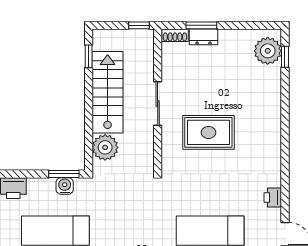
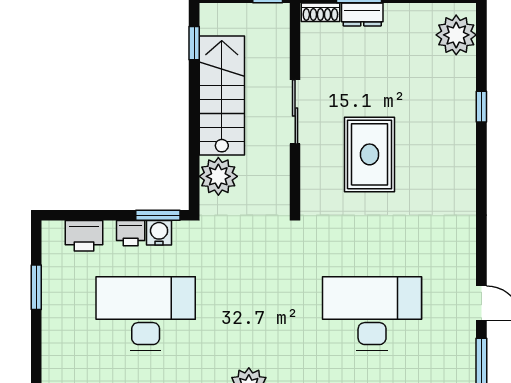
window: (285, 57) -> (481, 107), moved
rug: (208, 132) -> (370, 154), turned 90
printer: (273, 198) -> (131, 233), moved, turned -90

